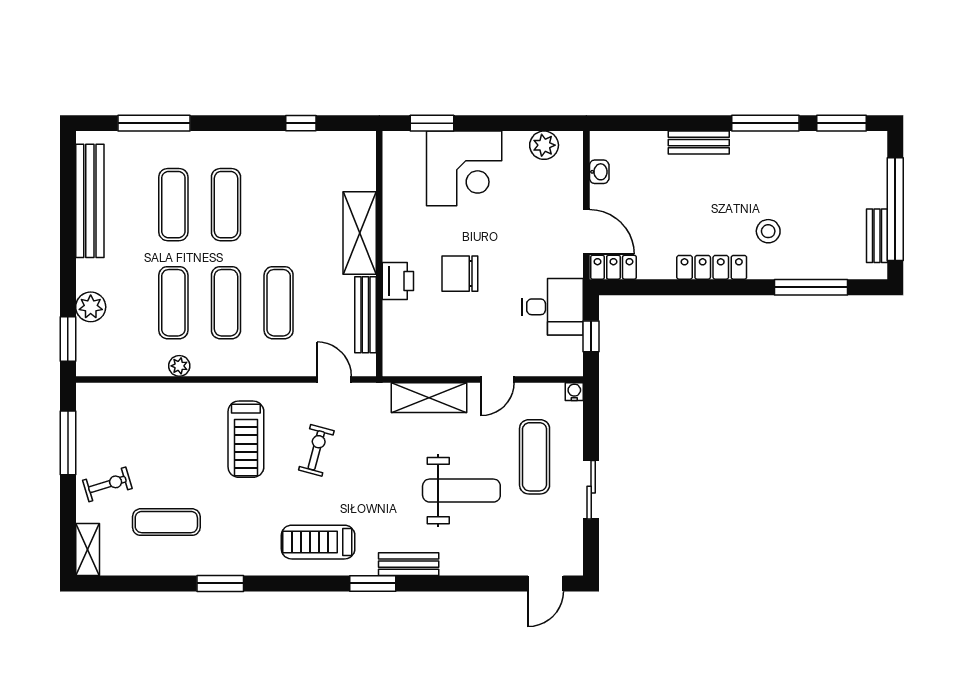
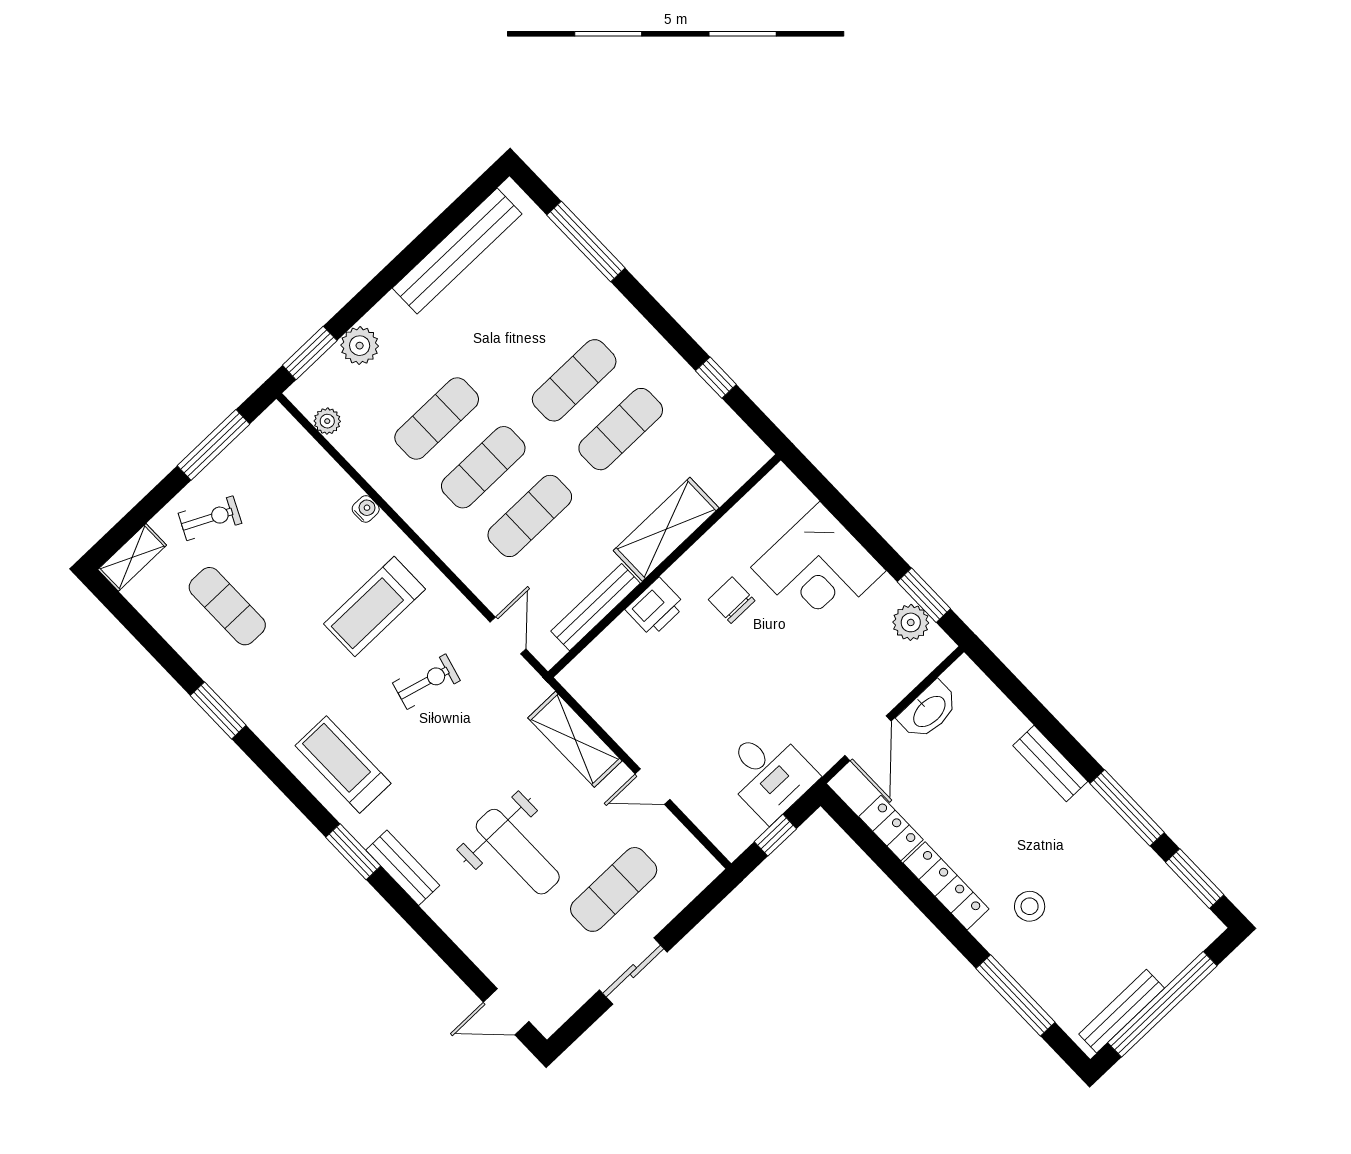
window: (432, 123) -> (924, 595), moved
washbasin: (599, 172) -> (929, 711), width x1.91, depth x1.45
exercise mat: (173, 205) -> (621, 429), moved
bench: (877, 236) -> (1122, 1011), width x1.36
locker: (613, 267) -> (891, 828), moved
chair: (460, 274) -> (732, 600), moved, width x0.73, depth x0.73
plant: (179, 366) -> (327, 421), moved
water cooler: (574, 392) -> (366, 509), moved
exercise bike: (107, 484) -> (210, 518), turned -47

